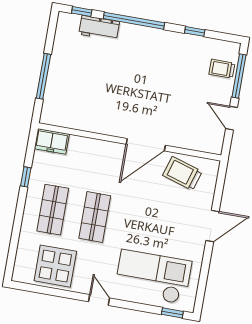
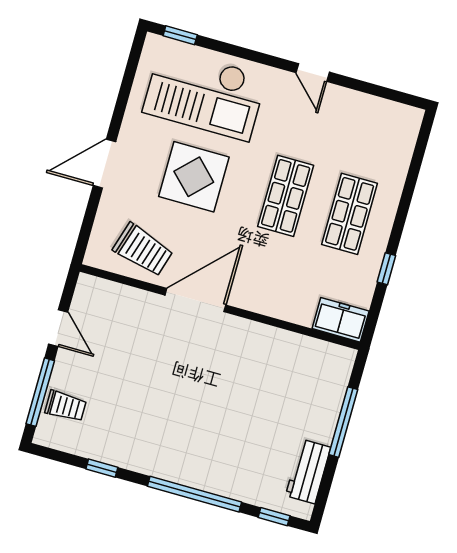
workbench: (99, 28) -> (308, 471), moved, turned -90
display table: (55, 266) -> (194, 177), moved
door: (99, 300) -> (313, 72), moved

